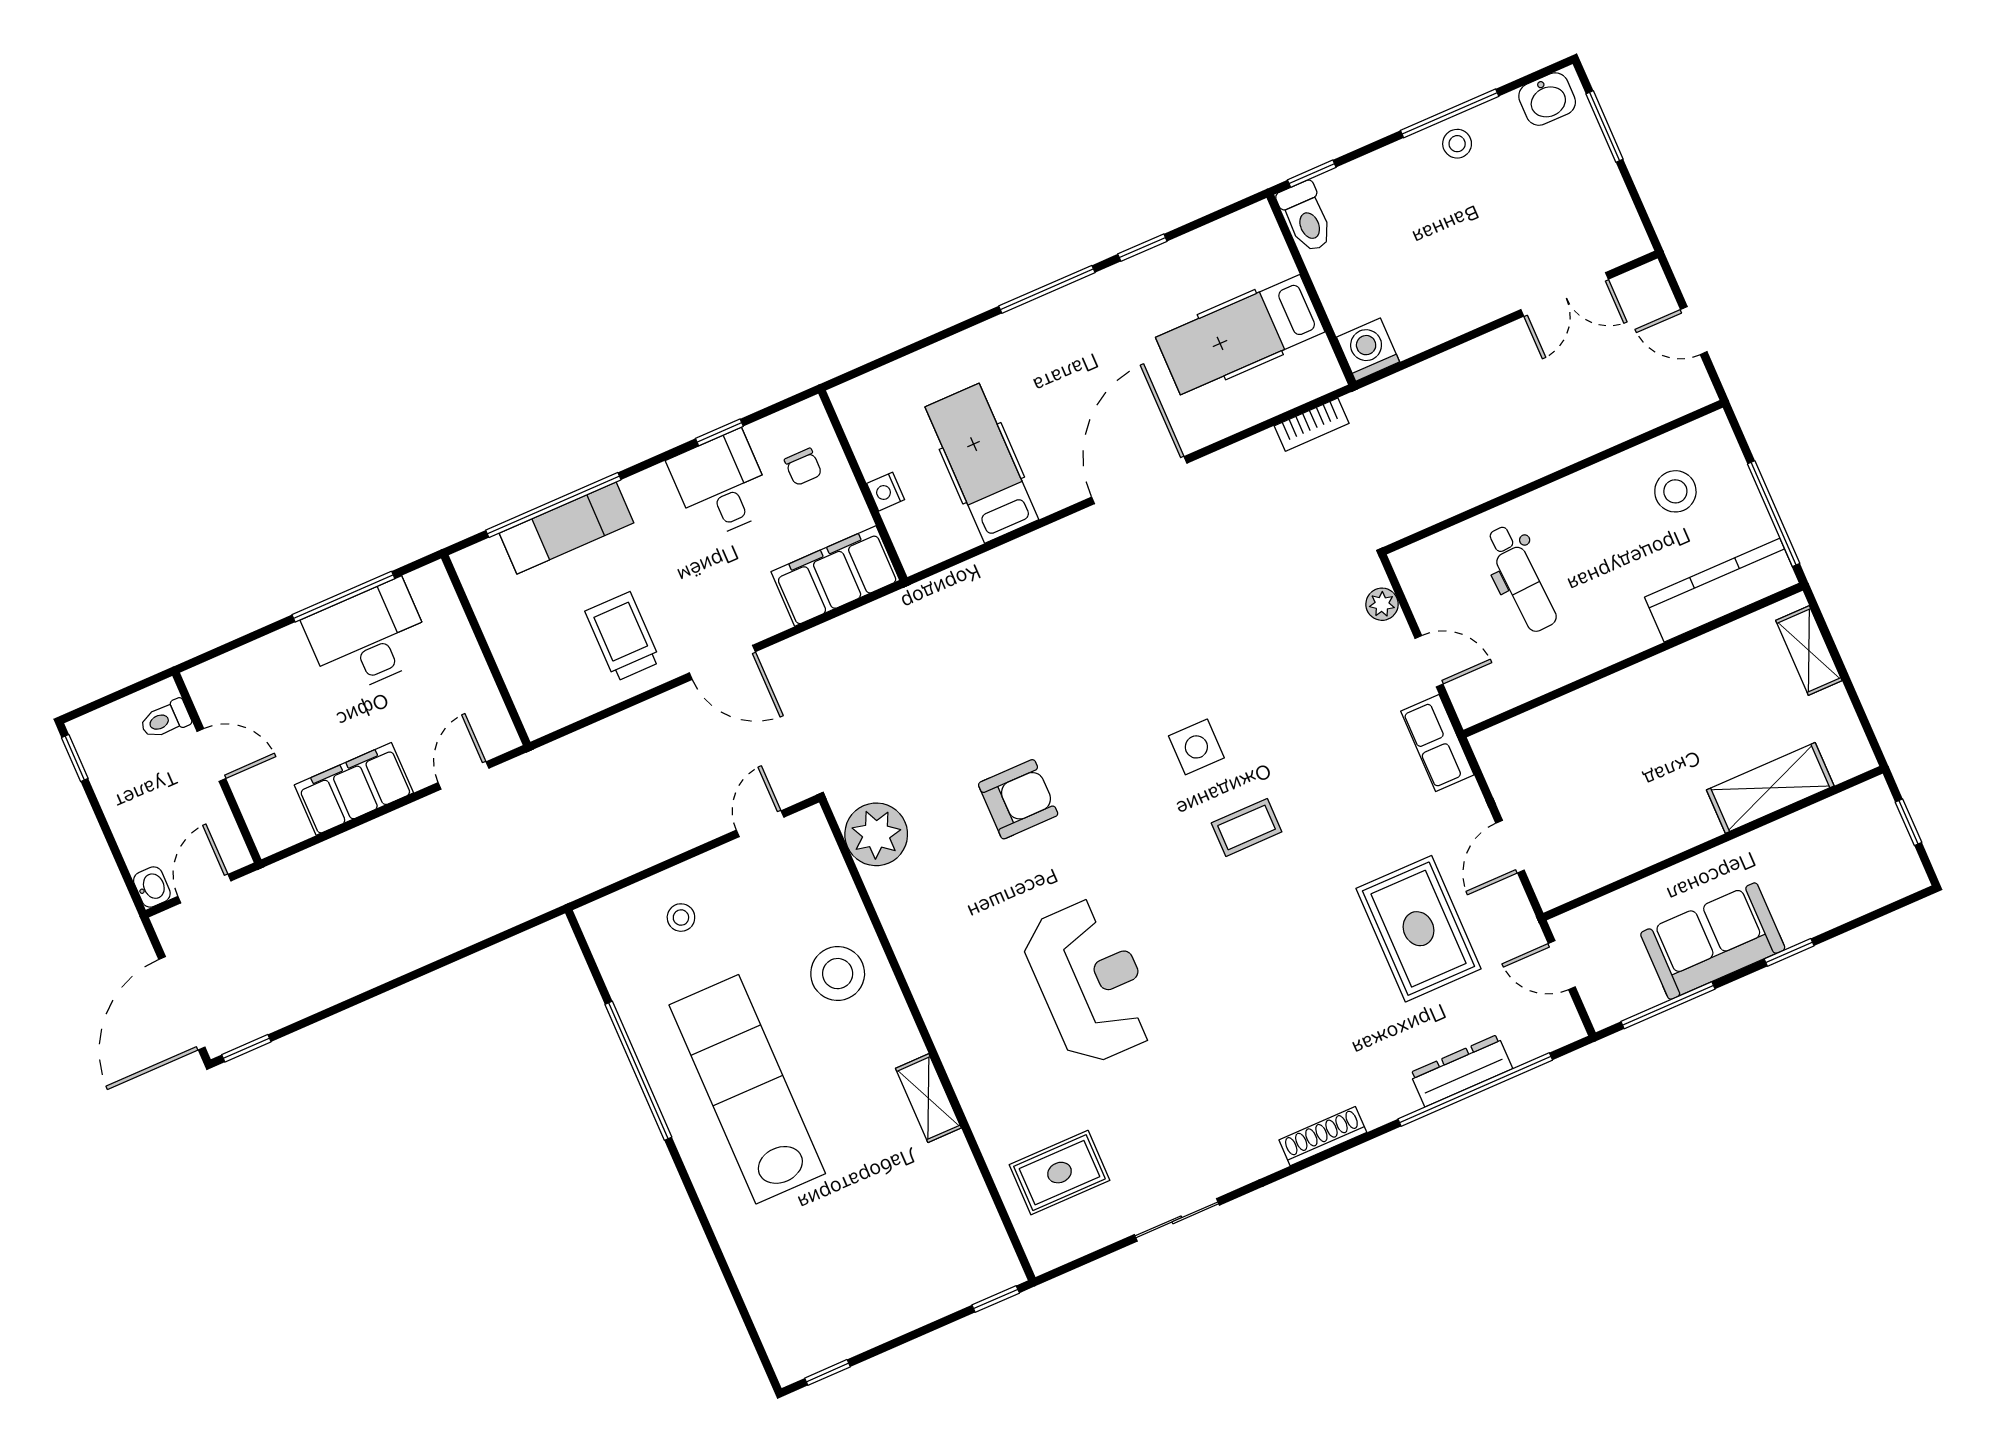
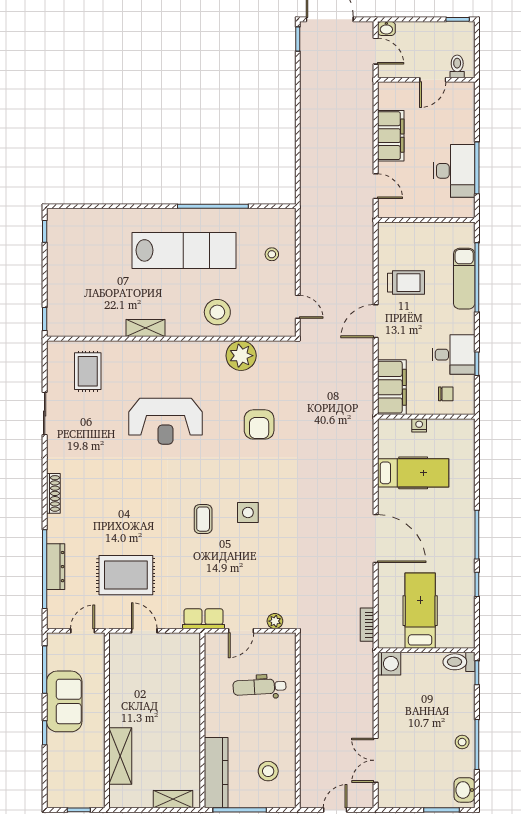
chair: (803, 467) -> (446, 394), turned 180
plant: (876, 834) -> (241, 356), moved

